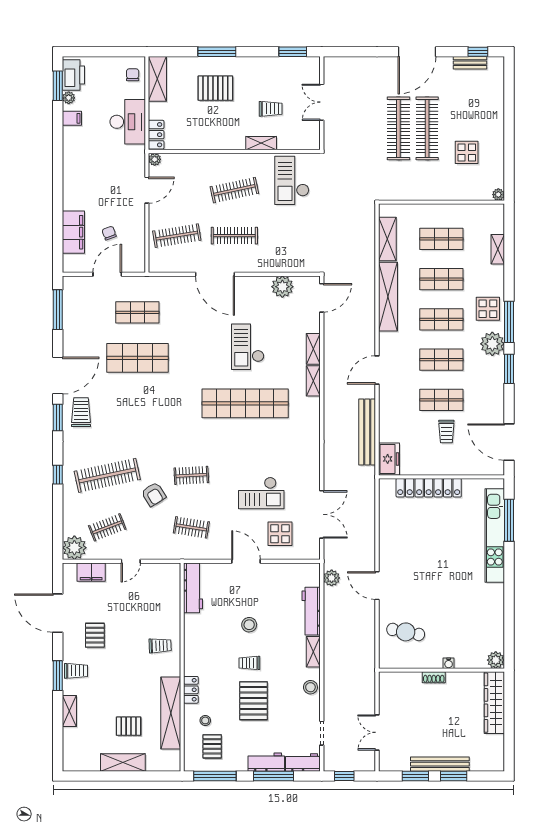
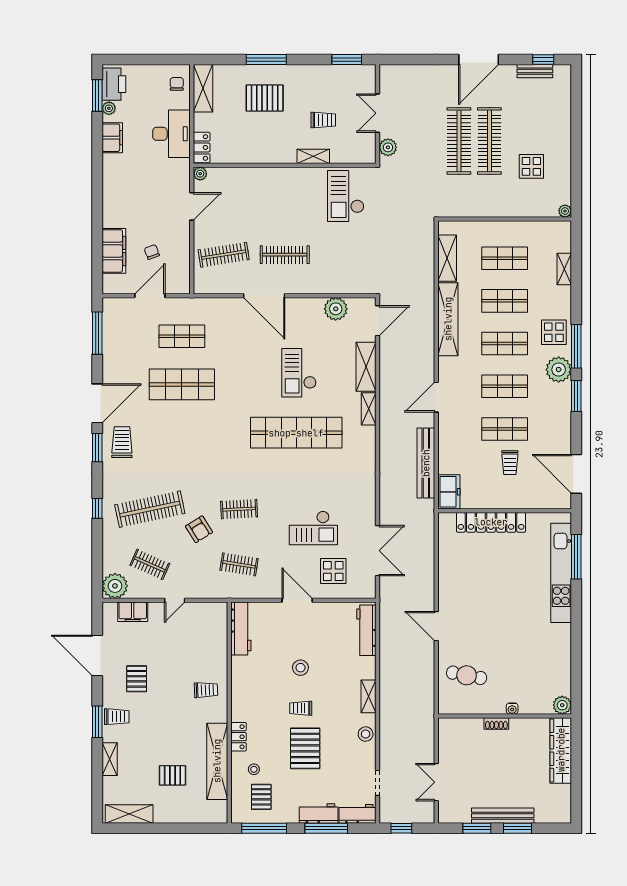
filing cabinet: (72, 118) -> (112, 138), width x2.00
clothes rail: (234, 190) -> (285, 206), removed
shelving: (313, 349) -> (366, 367), width x1.50, depth x1.33
clothes rail: (107, 527) -> (150, 564), turned 45
plant: (332, 578) -> (388, 147), moved
workbench: (311, 611) -> (366, 630), moved
shelving: (123, 763) -> (129, 814), moved

